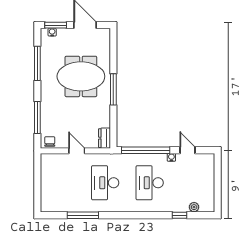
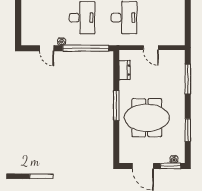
window: (37, 63) -> (188, 130), width x0.69
dresser: (105, 138) -> (125, 70), moved
chair: (50, 141) -> (176, 57), removed

